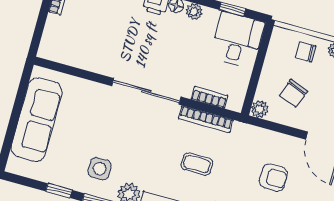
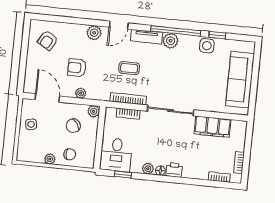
filing cabinet: (89, 57) -> (213, 127), added
chair: (293, 93) -> (73, 126), turned -148
plant: (274, 139) -> (81, 93), added
side table: (100, 169) -> (207, 46), moved

